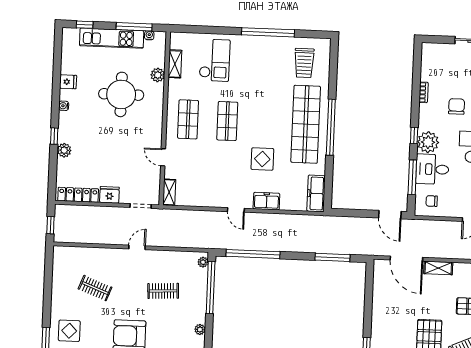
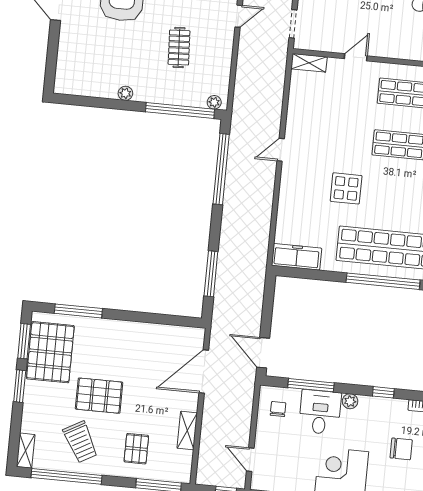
window: (414, 136) -> (383, 392), moved
plant: (428, 142) -> (350, 401), width x0.53, depth x0.53
freezer: (266, 201) -> (290, 191), removed
door: (390, 215) -> (263, 353), hinge flipped
door: (137, 247) -> (239, 16), hinge flipped
shelving: (438, 268) -> (187, 431), moved

